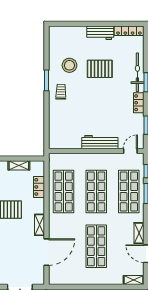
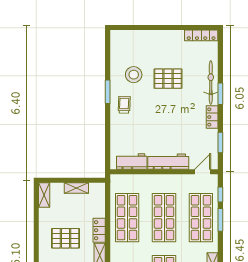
workbench: (100, 33) -> (132, 161), moved, turned 180
locker: (39, 187) -> (99, 230), moved

